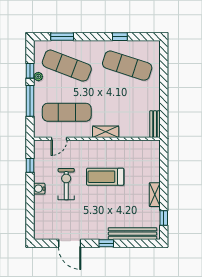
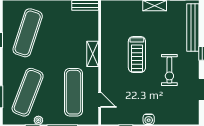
exercise bike: (66, 184) -> (169, 70), moved, turned -90

